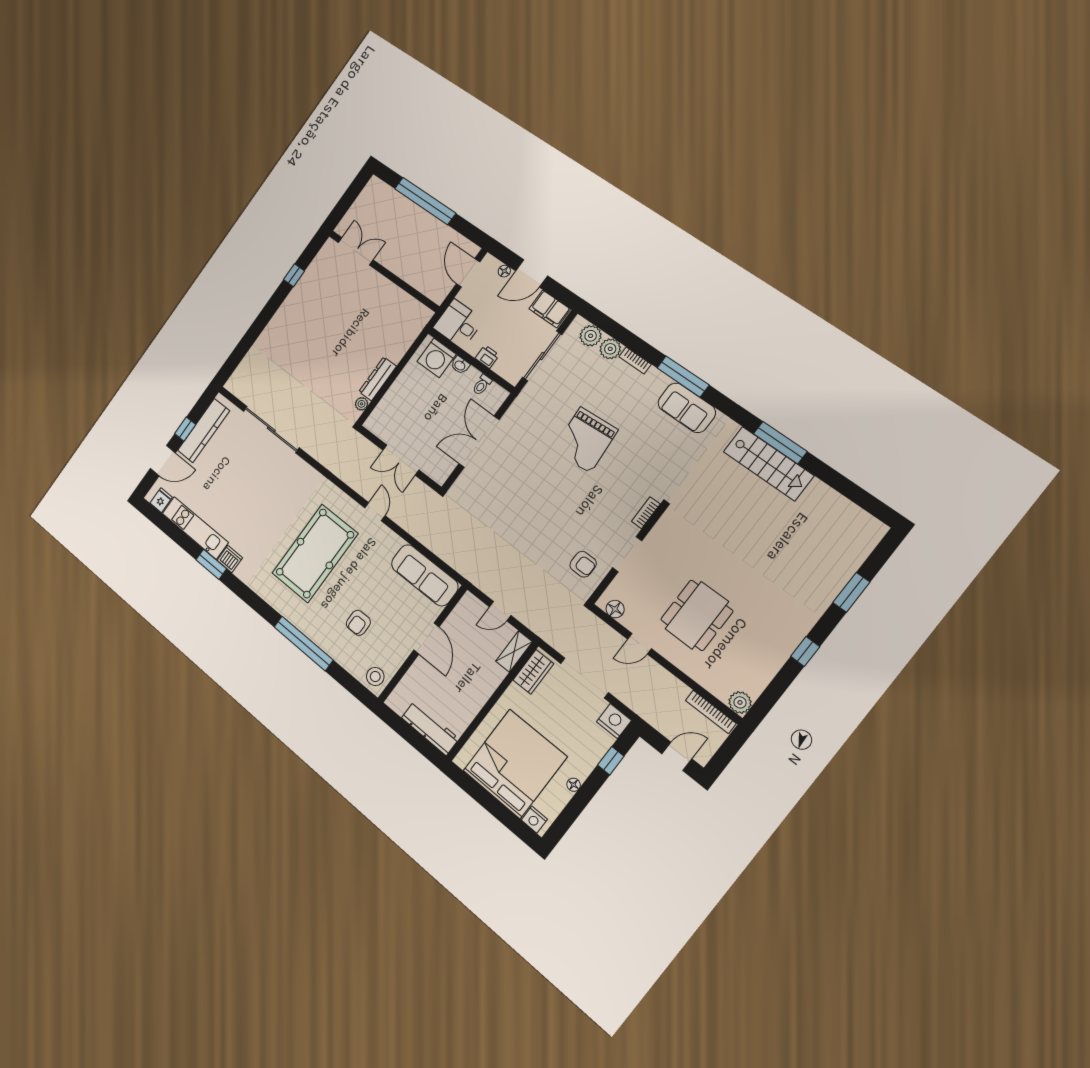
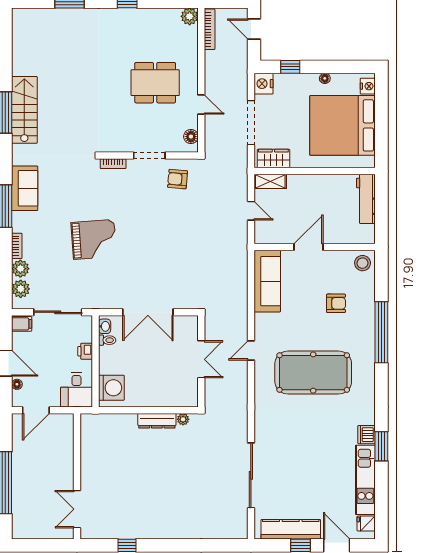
filing cabinet: (550, 309) -> (22, 324), width x0.50
washbasin: (460, 365) -> (105, 326), moved
armchair: (583, 564) -> (178, 179), turned -85

